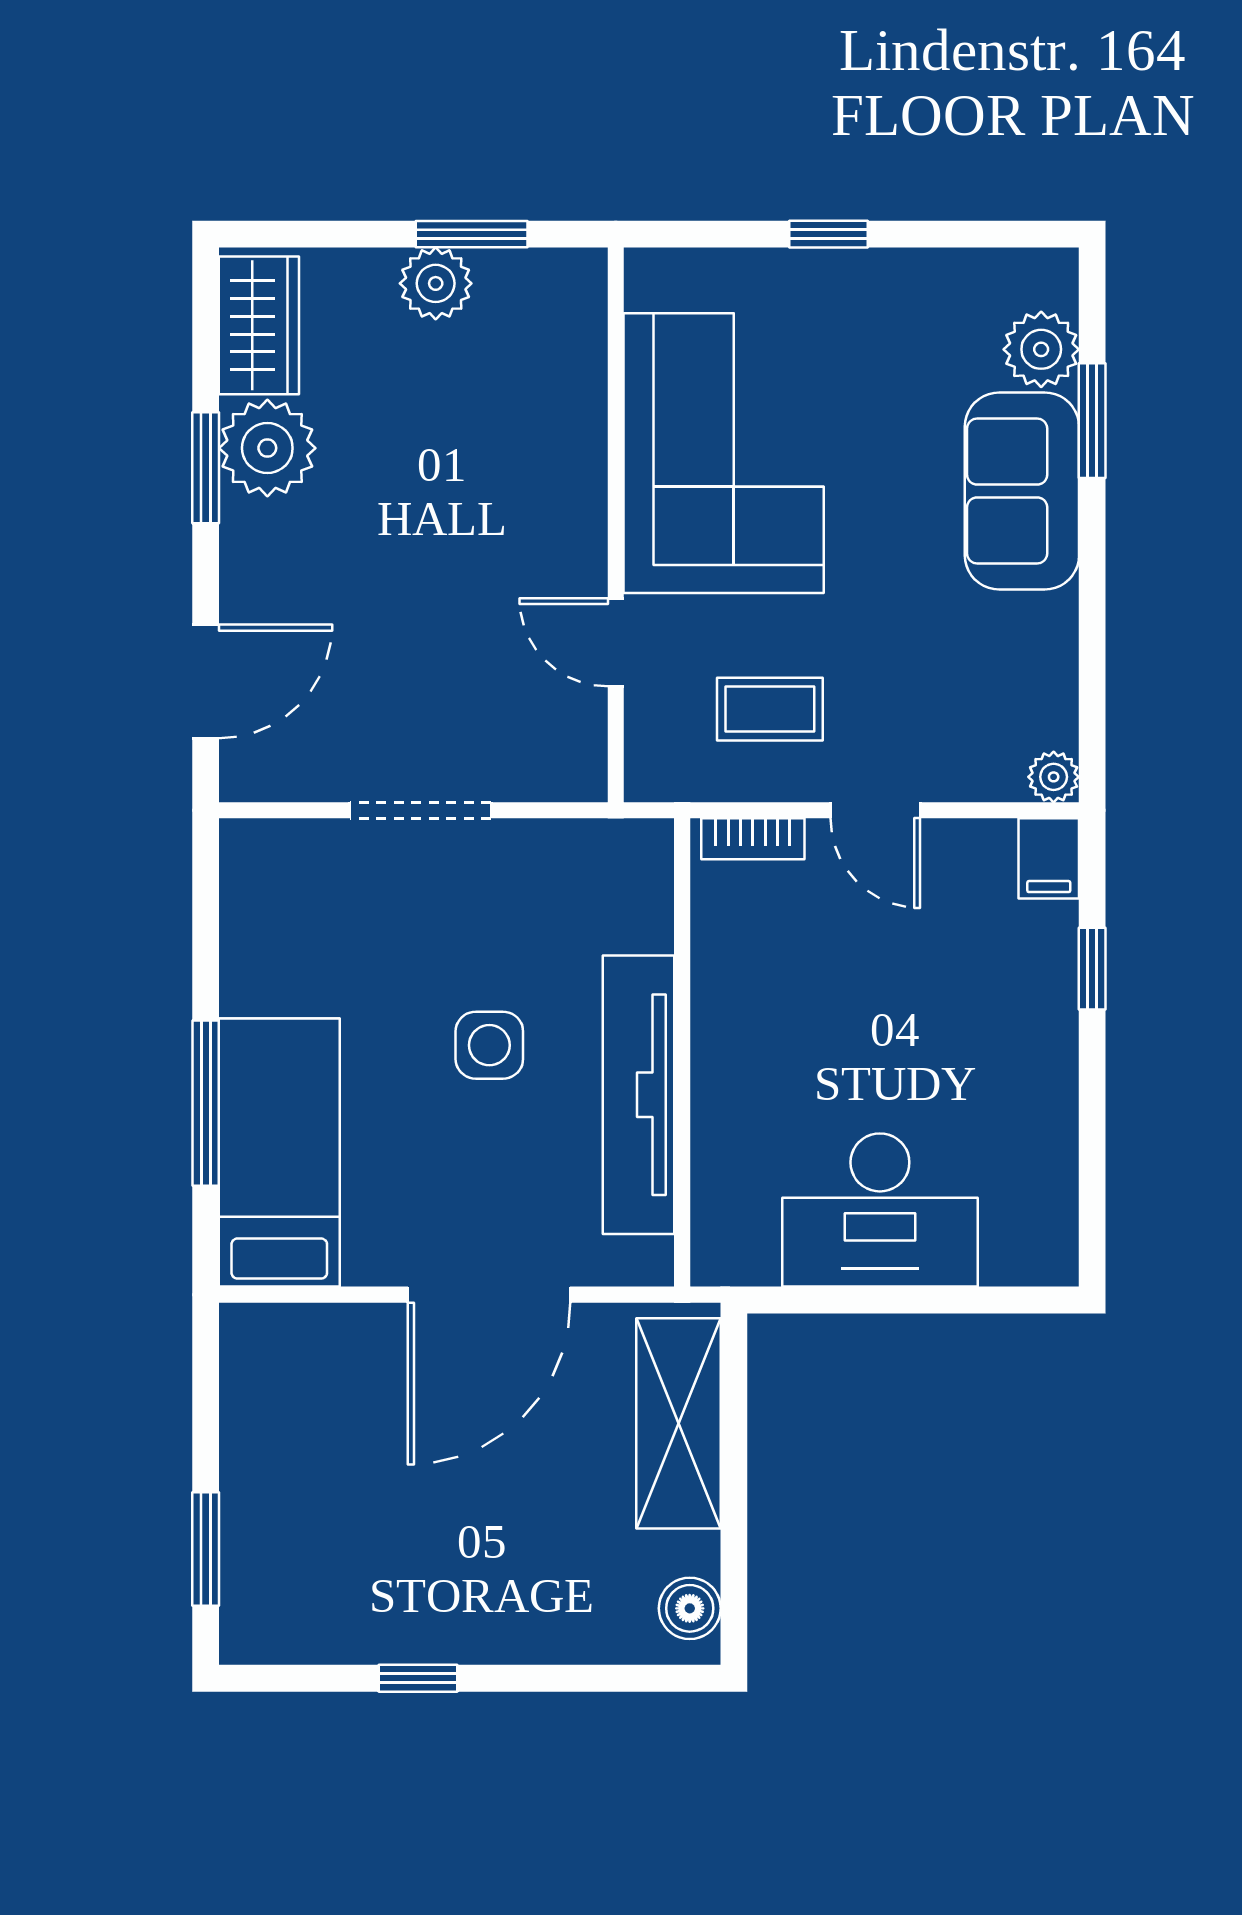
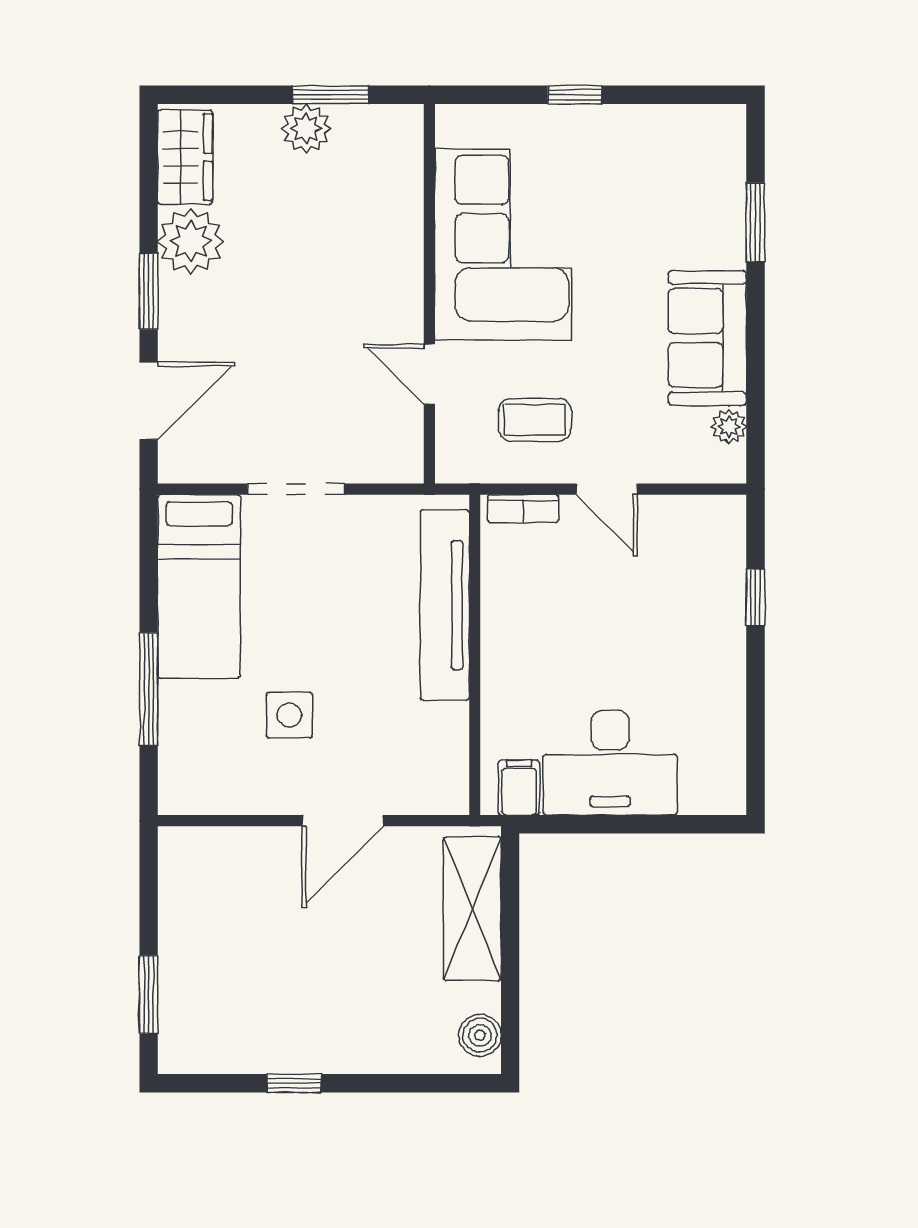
plant: (1041, 349) -> (720, 174), removed
window: (206, 468) -> (149, 291), moved
sofa: (1022, 491) -> (707, 338), moved
plant: (1054, 777) -> (729, 426), moved
filing cabinet: (1049, 858) -> (519, 788), moved, turned 180
side table: (489, 1045) -> (289, 715), moved
tv unit: (638, 1095) -> (445, 605), moved
bed: (279, 1152) -> (199, 586), moved, turned 180
door: (489, 1295) -> (343, 821), width x0.73

